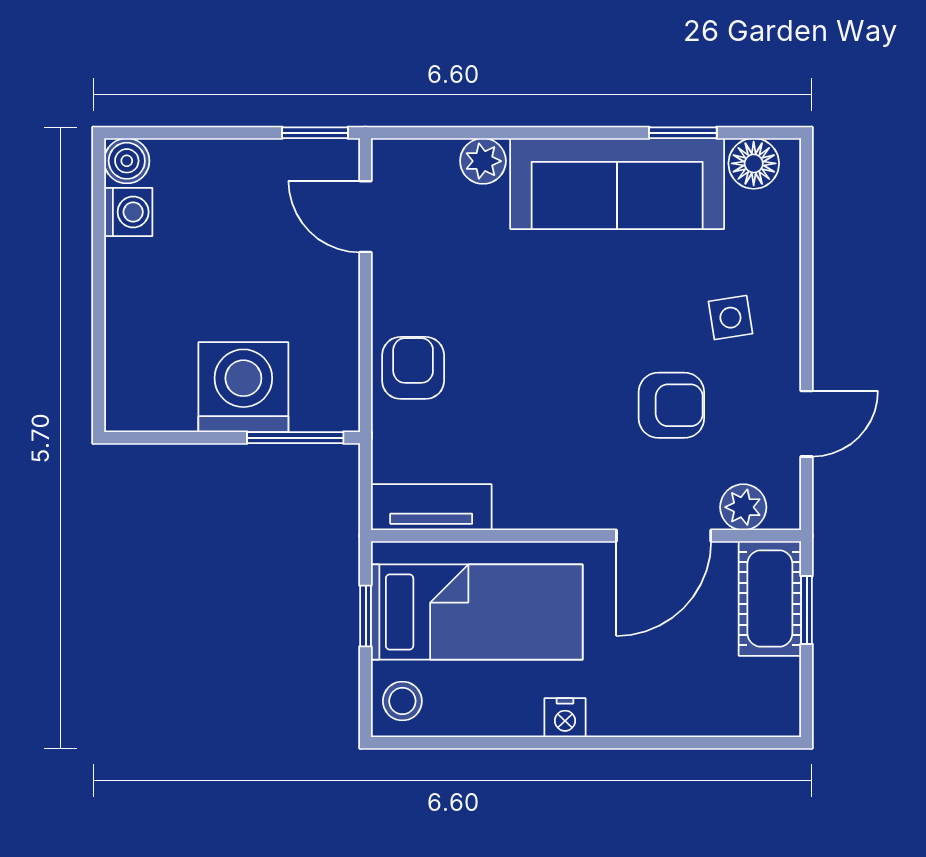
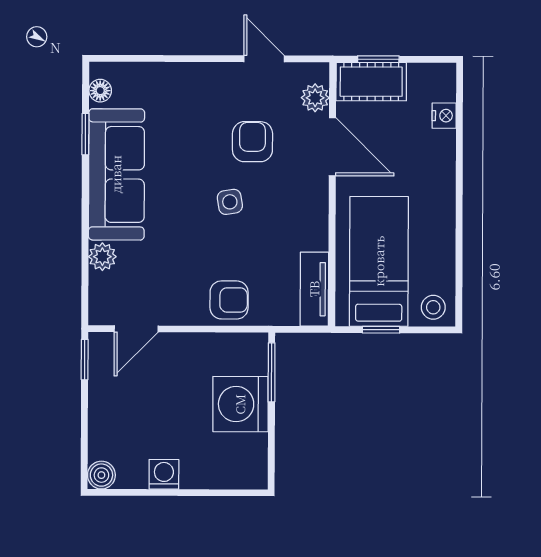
floor lamp: (754, 163) -> (100, 91), width x0.73, depth x0.73
washing machine: (128, 212) -> (164, 474), moved
side table: (730, 318) -> (230, 202), moved
armchair: (413, 368) -> (229, 300), turned 180
nightstand: (565, 718) -> (444, 116), moved

